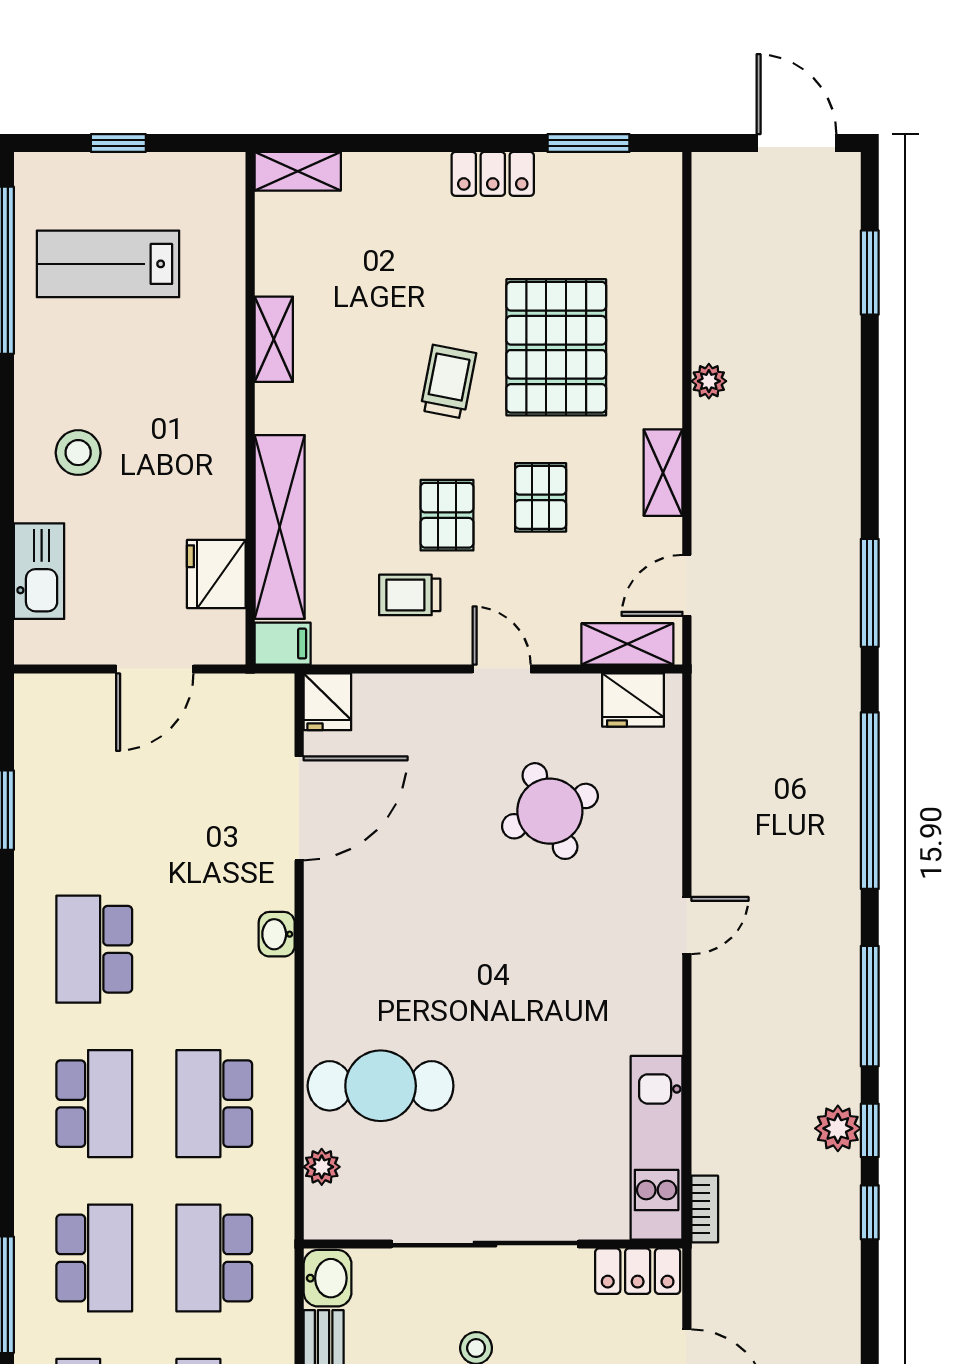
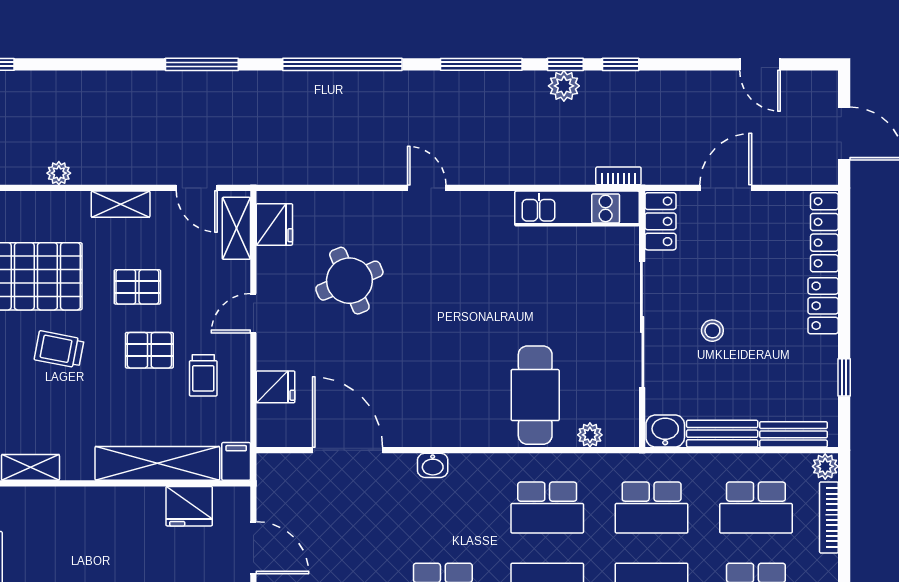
fridge: (327, 702) -> (276, 387), moved

